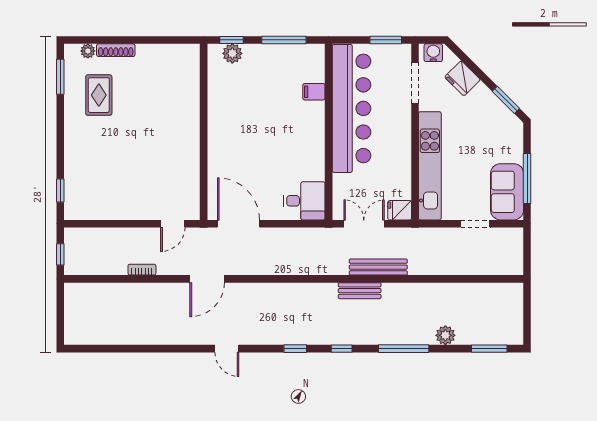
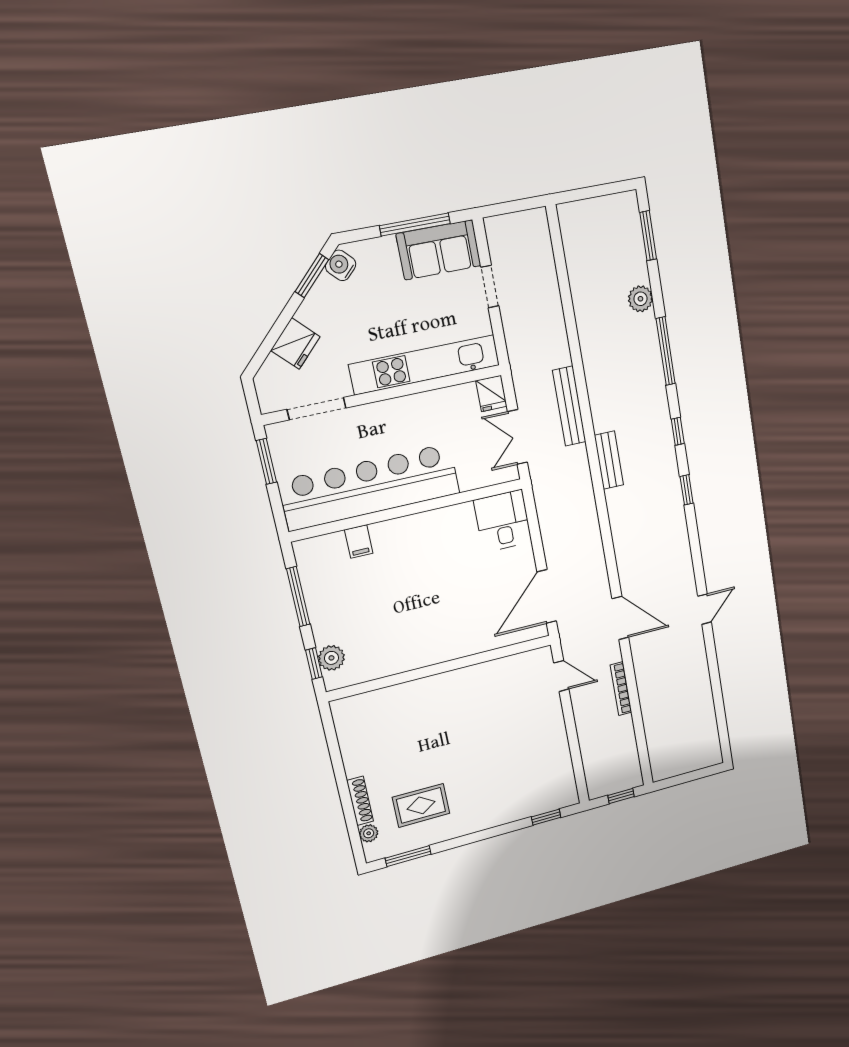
water cooler: (433, 53) -> (341, 265), moved, turned 45
bookcase: (142, 270) -> (621, 689), width x1.56
bench: (360, 291) -> (609, 460), moved
door: (227, 349) -> (705, 609), moved

